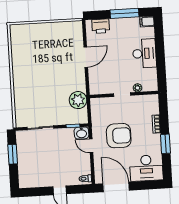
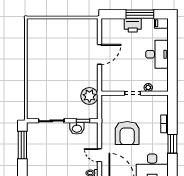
printer: (101, 26) -> (133, 25), moved
washbasin: (81, 133) -> (77, 128), moved
armchair: (119, 136) -> (127, 133), turned 90
door: (91, 146) -> (99, 155), moved
window: (13, 154) -> (22, 145), width x1.44

